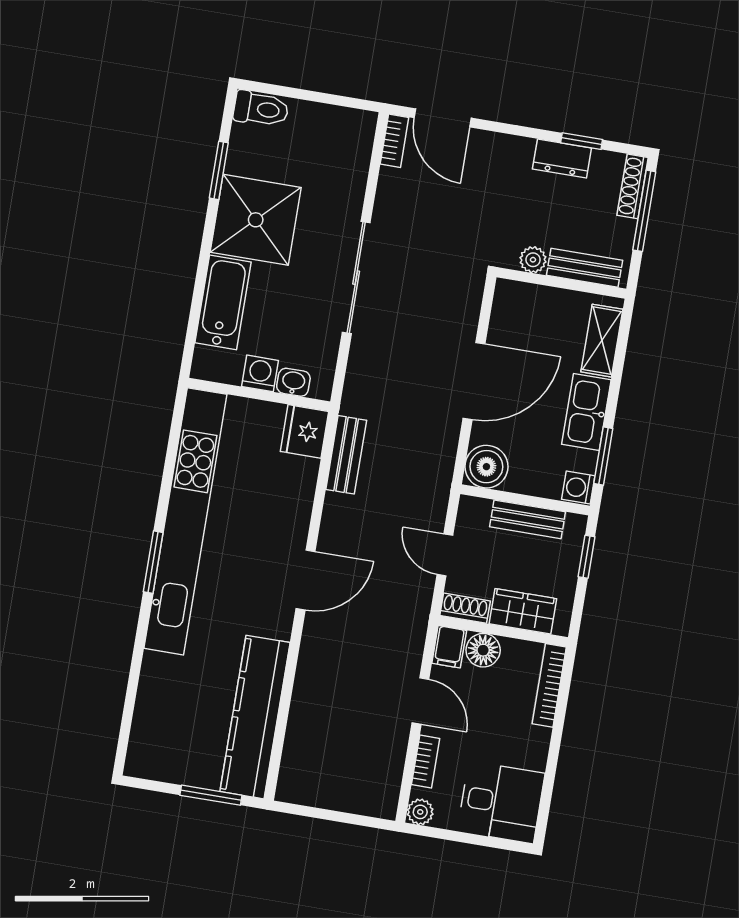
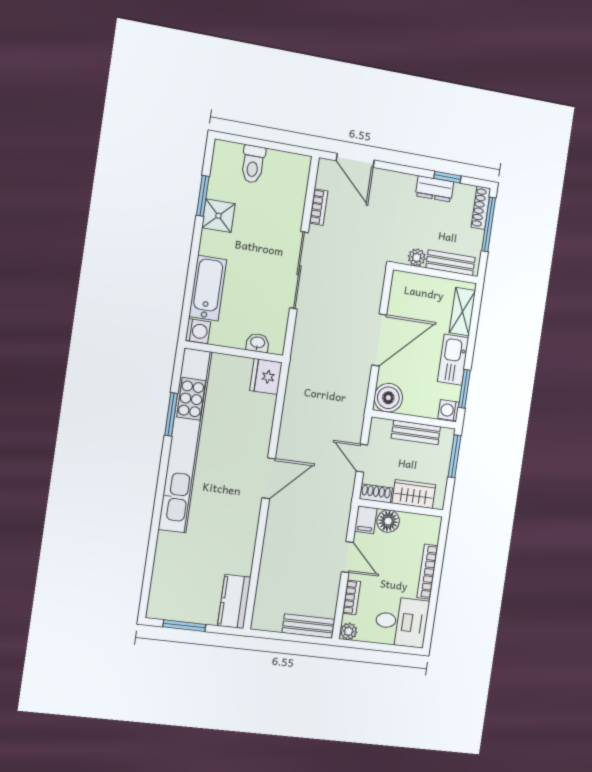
toilet: (261, 109) -> (253, 164), moved, turned 90
bookcase: (394, 141) -> (319, 207), moved
shower: (256, 220) -> (218, 216), width x0.54, depth x0.54
washing machine: (260, 373) -> (198, 331), moved, turned 90
bench: (346, 455) -> (308, 626), moved, turned 90
window: (586, 557) -> (454, 456), width x1.50
window: (153, 562) -> (171, 414), moved
bookcase: (549, 685) -> (427, 572), moved
kitchen counter: (255, 717) -> (234, 601), width x0.48, depth x0.86
window: (211, 795) -> (184, 626), moved

